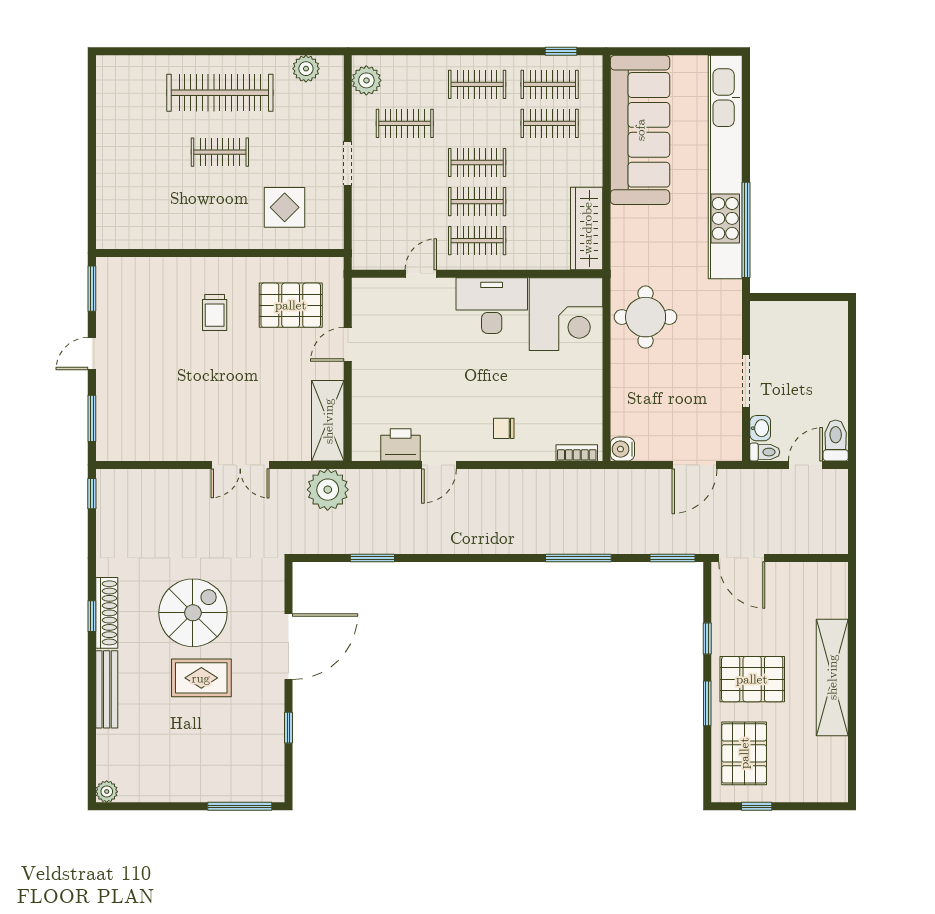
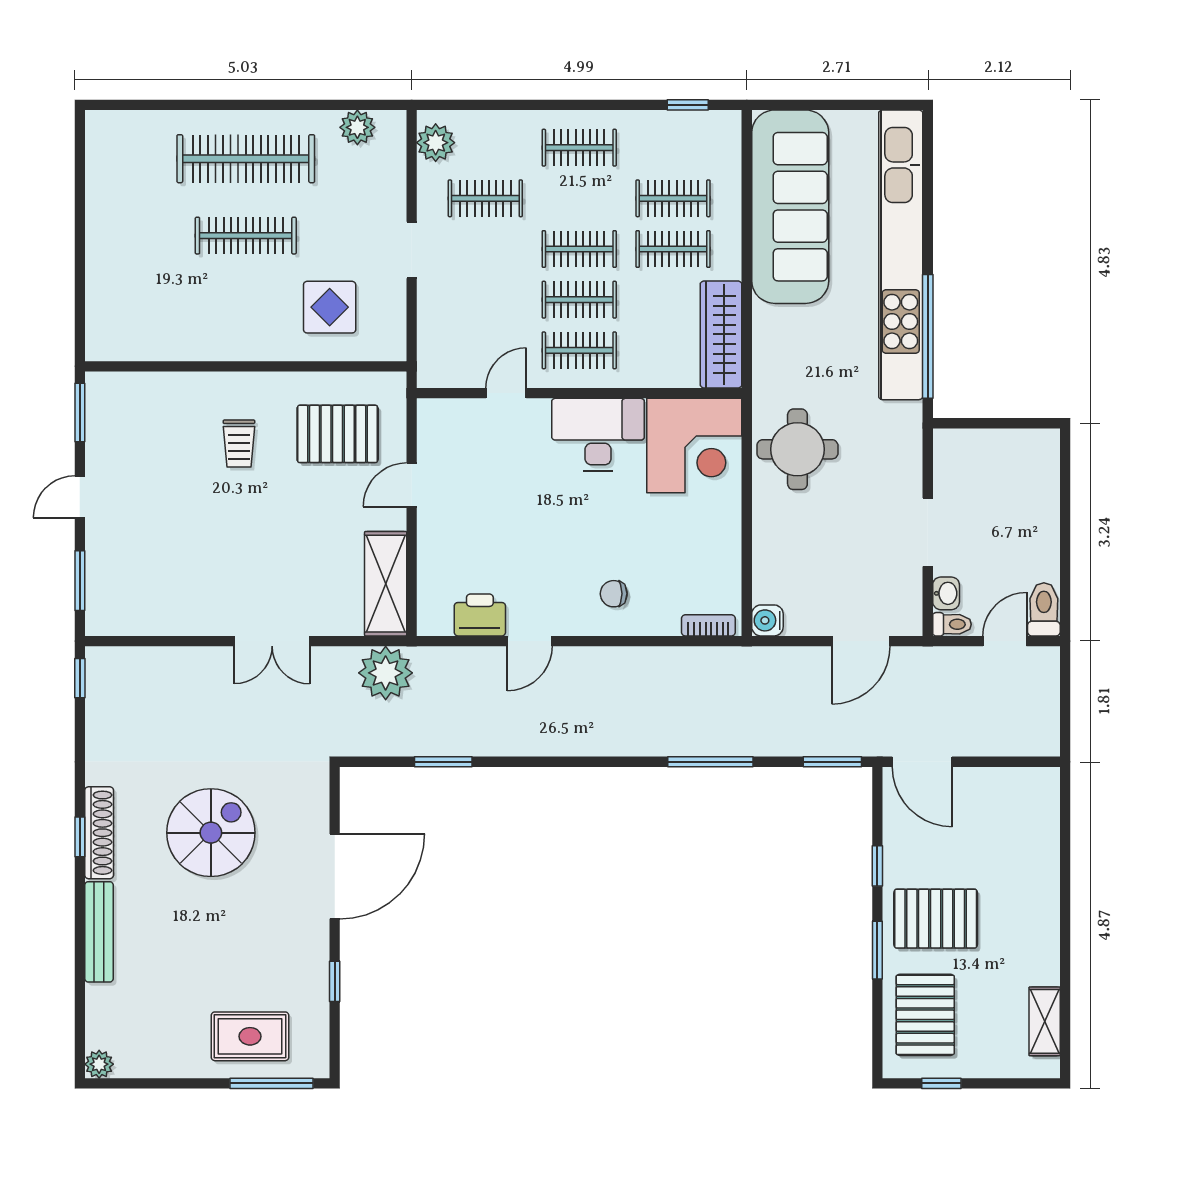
clothes rail: (550, 84) -> (673, 249), moved
clothes rail: (220, 152) -> (246, 236), width x1.36
shelving: (832, 677) -> (1045, 1021), moved, width x0.45, depth x0.75
rug: (201, 678) -> (250, 1036), moved

